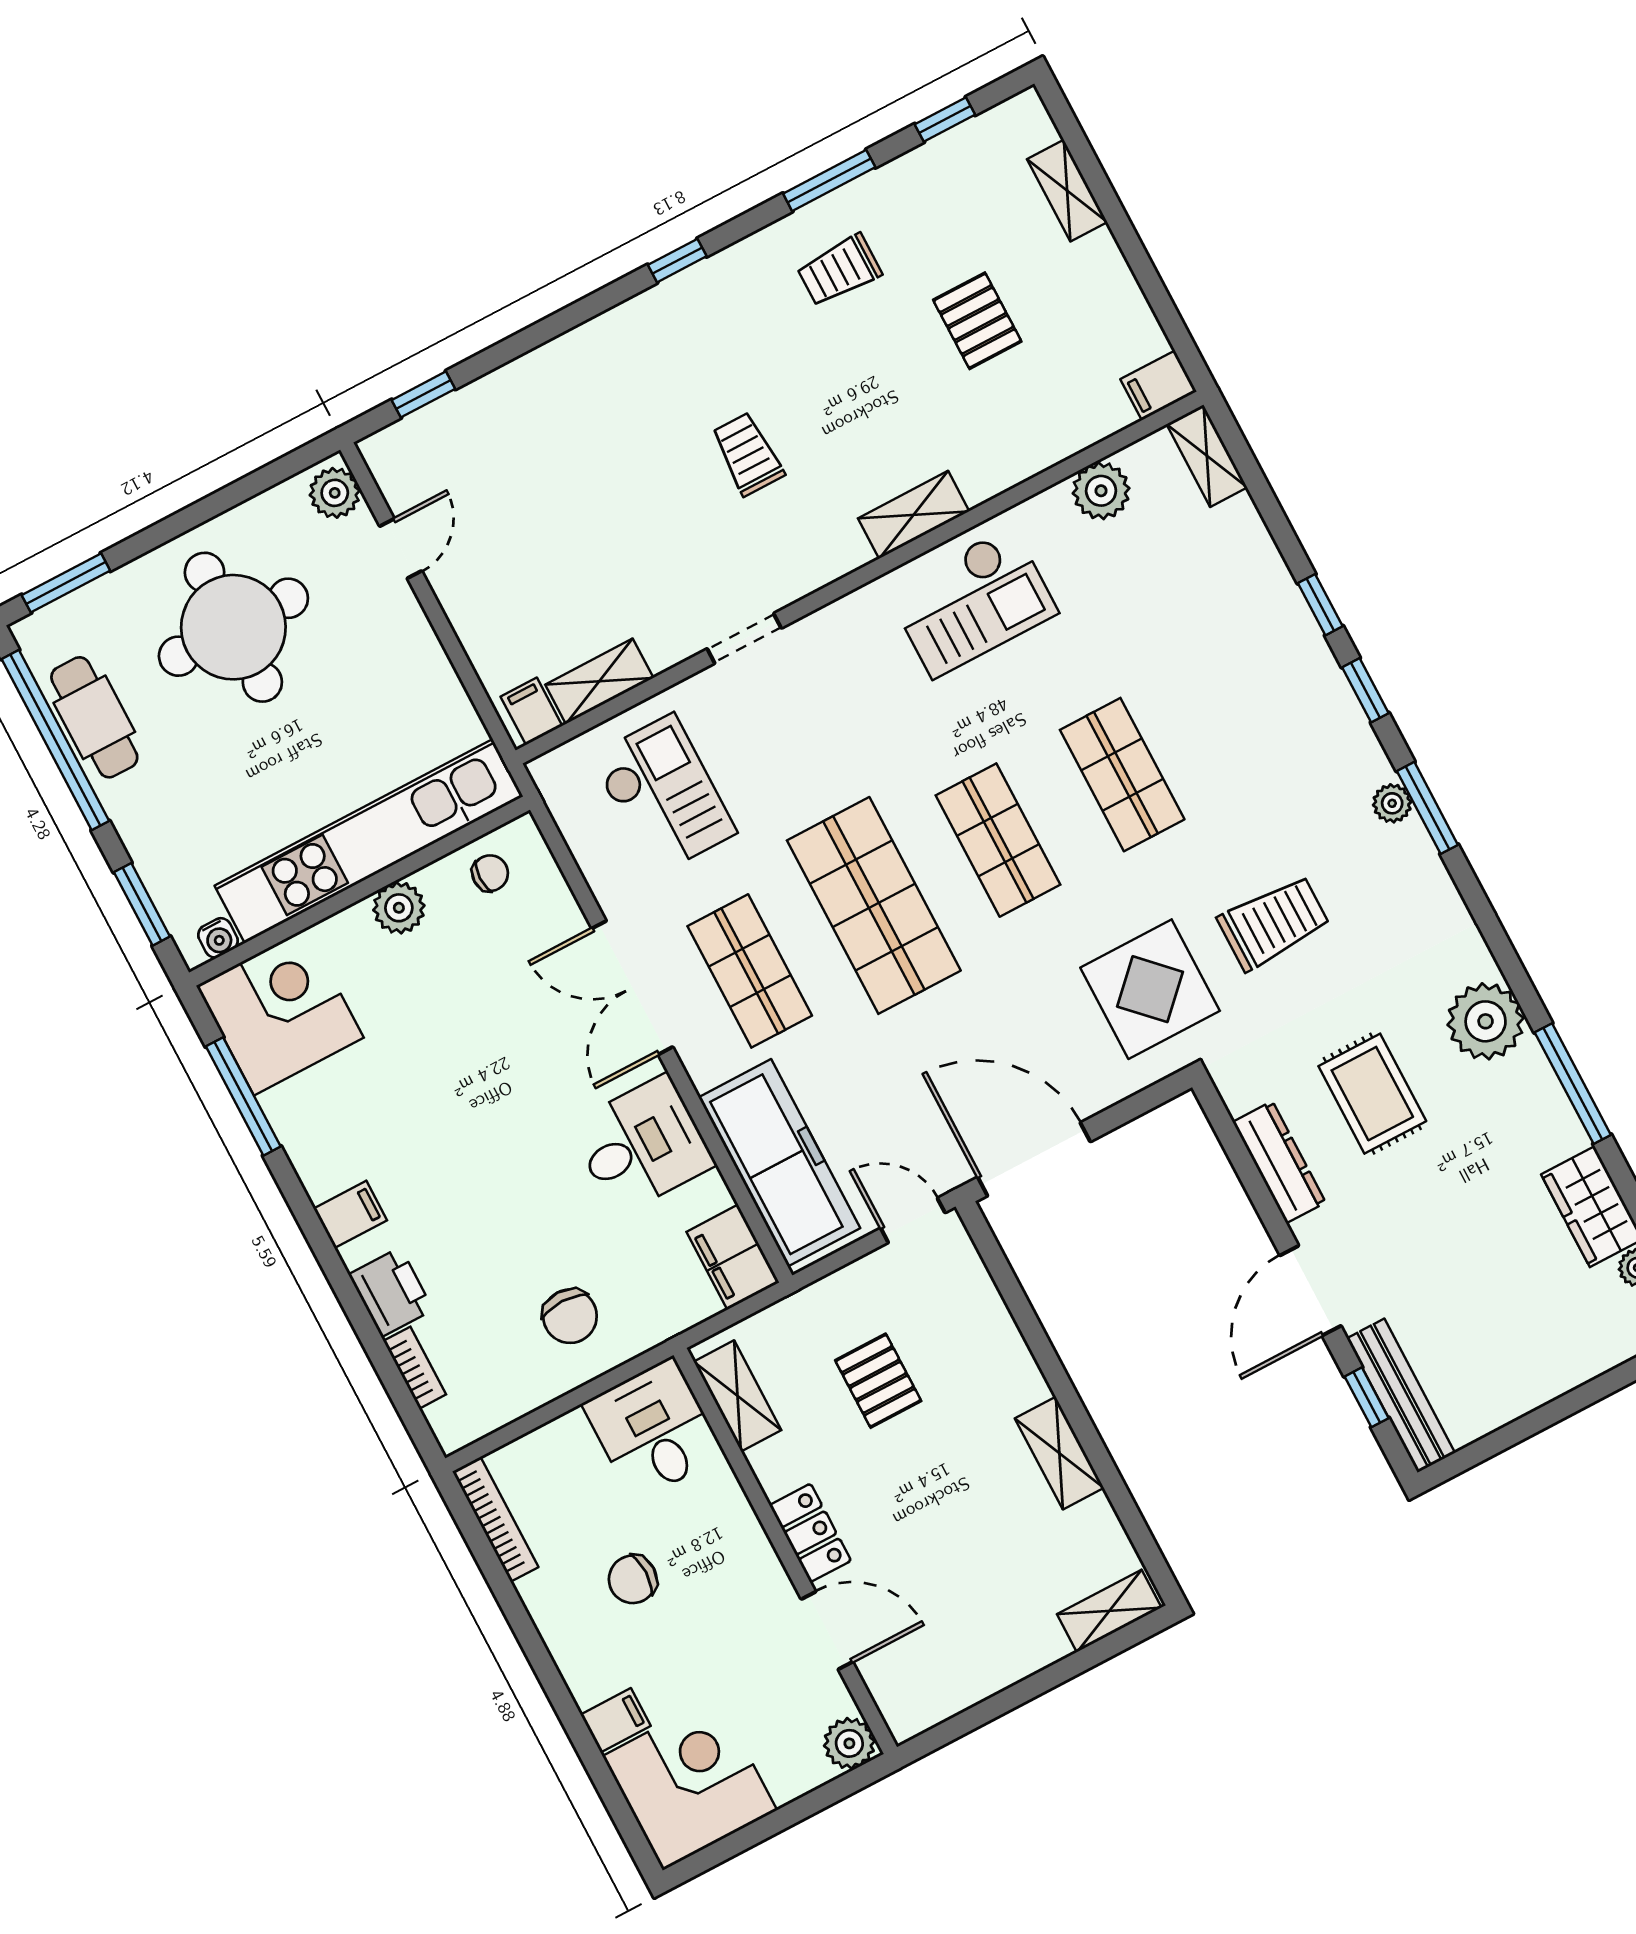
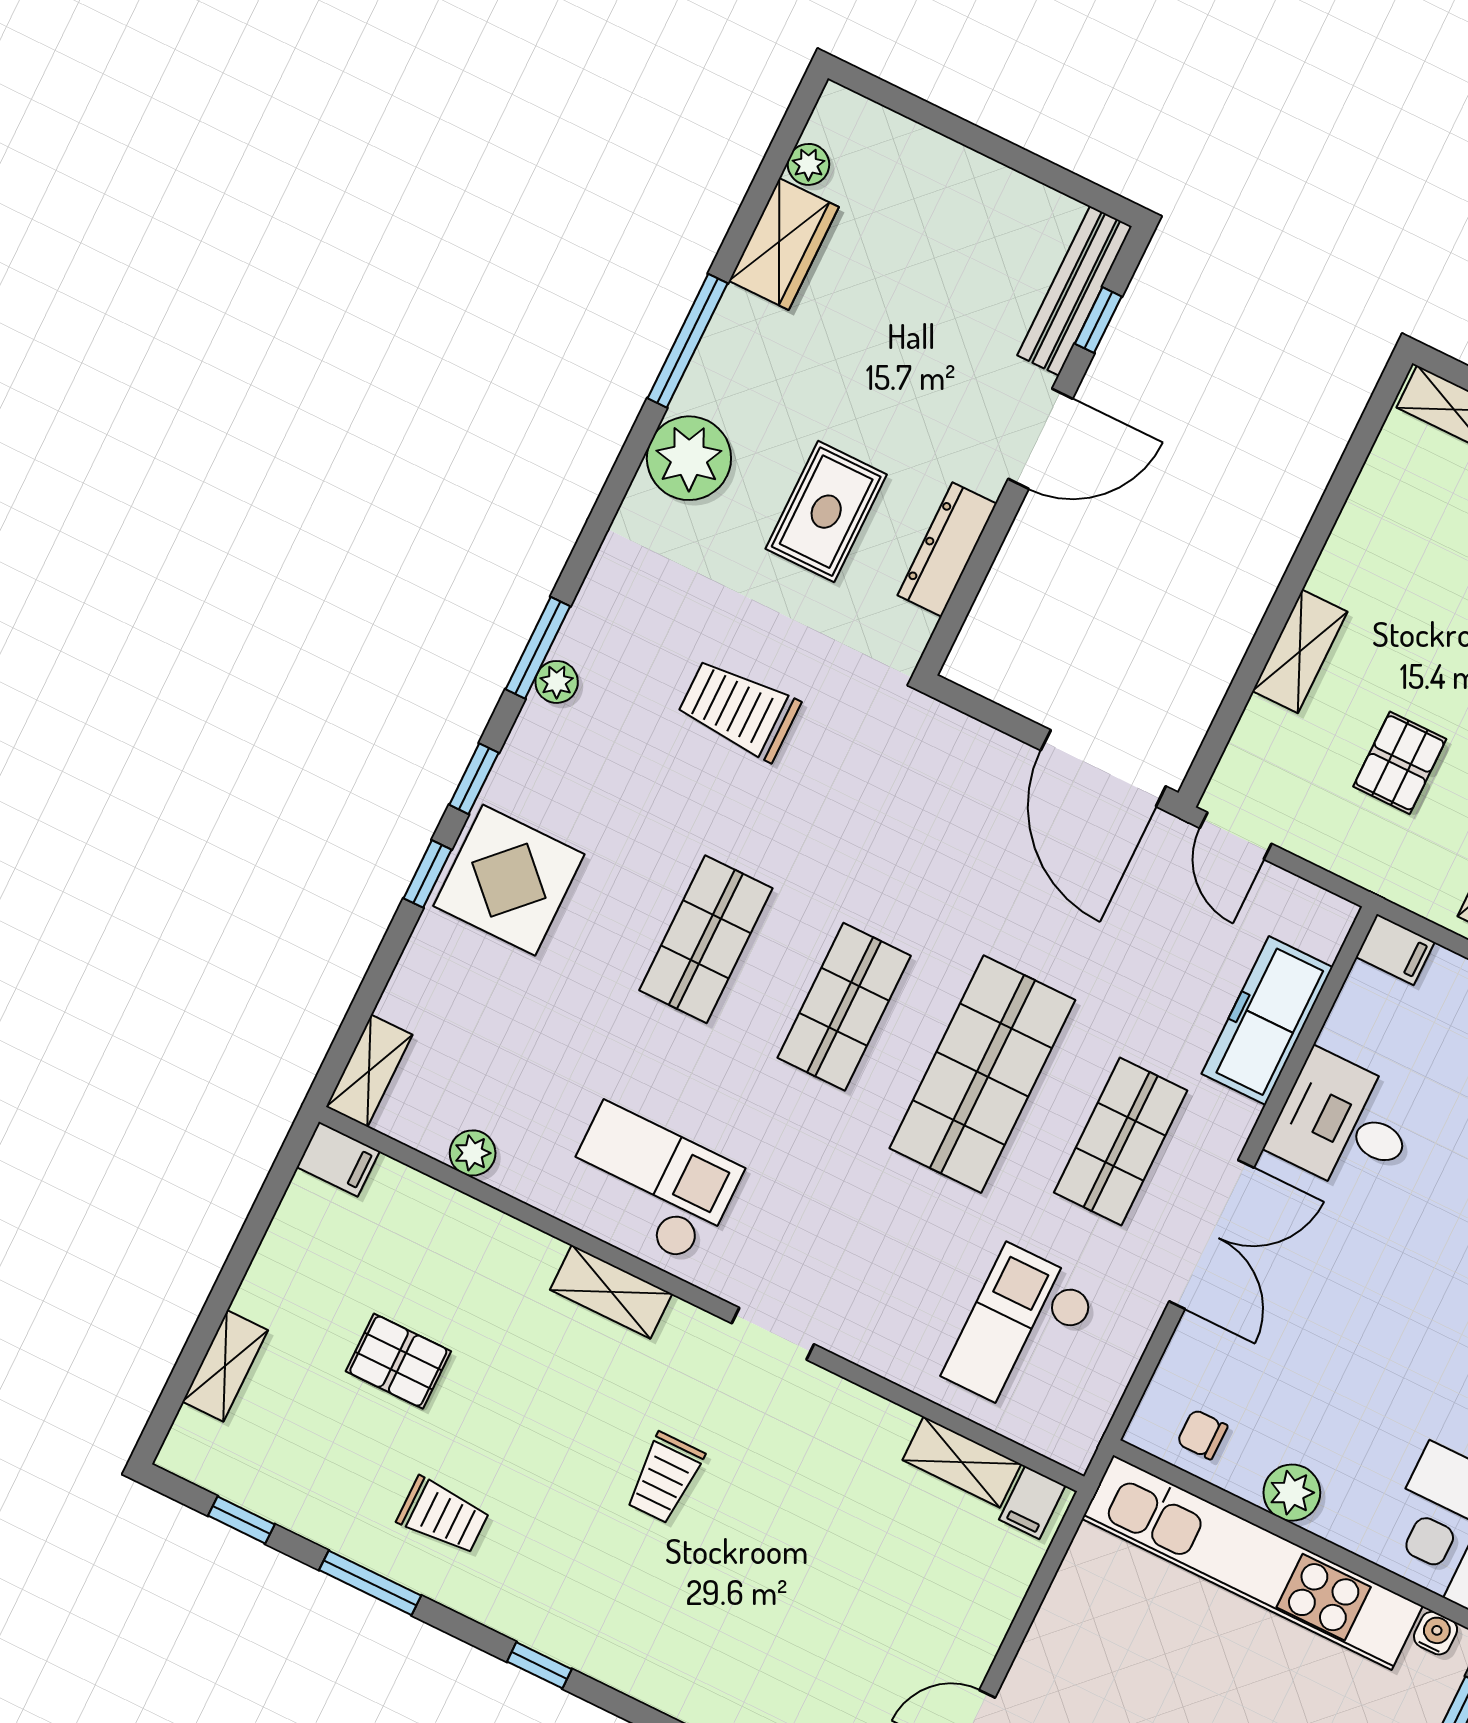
pallet: (977, 321) -> (398, 1361), turned 90
plant: (1101, 491) -> (473, 1153), width x0.73, depth x0.73
doorway: (744, 638) -> (773, 1334), moved
display table: (1150, 989) -> (509, 880), moved
freezer: (779, 1163) -> (1267, 1020), width x0.73, depth x0.79
filing cabinet: (733, 1257) -> (1395, 950), width x0.50
shelving: (1059, 1453) -> (1300, 651), moved

